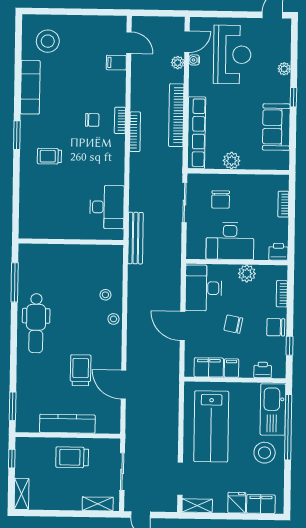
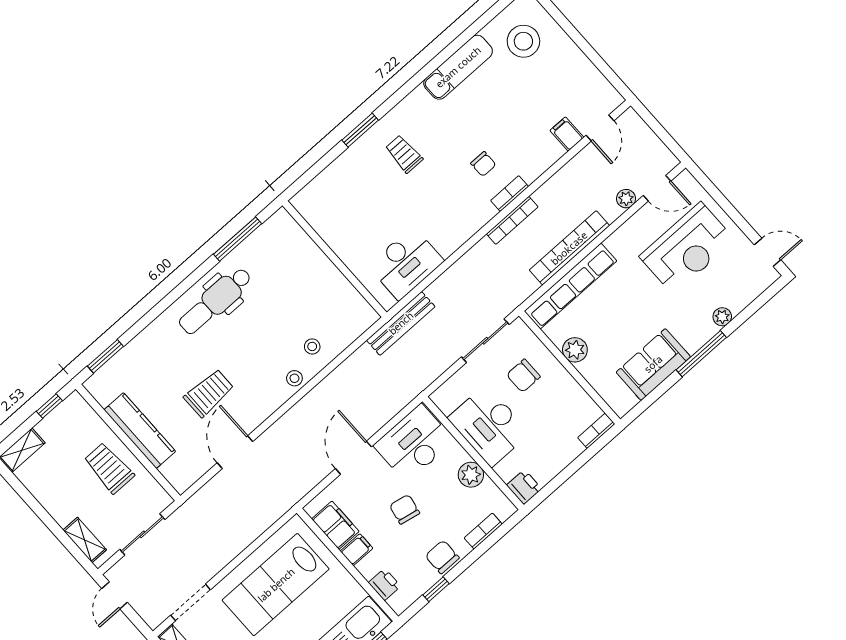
water cooler: (194, 60) -> (645, 214), removed
window: (293, 97) -> (701, 354), width x2.17
window: (17, 135) -> (360, 130), moved
bookcase: (283, 204) -> (596, 431), moved

